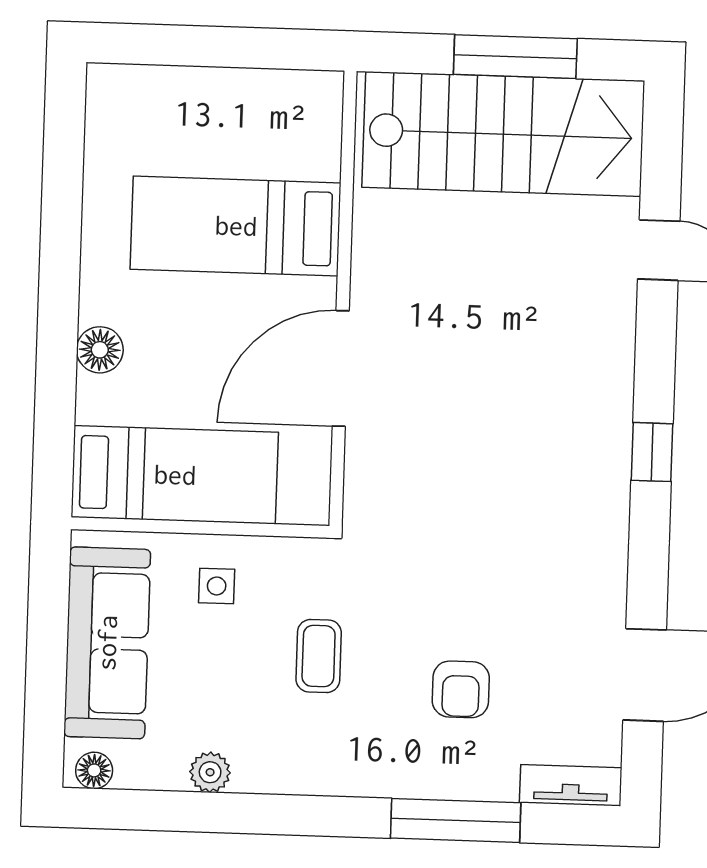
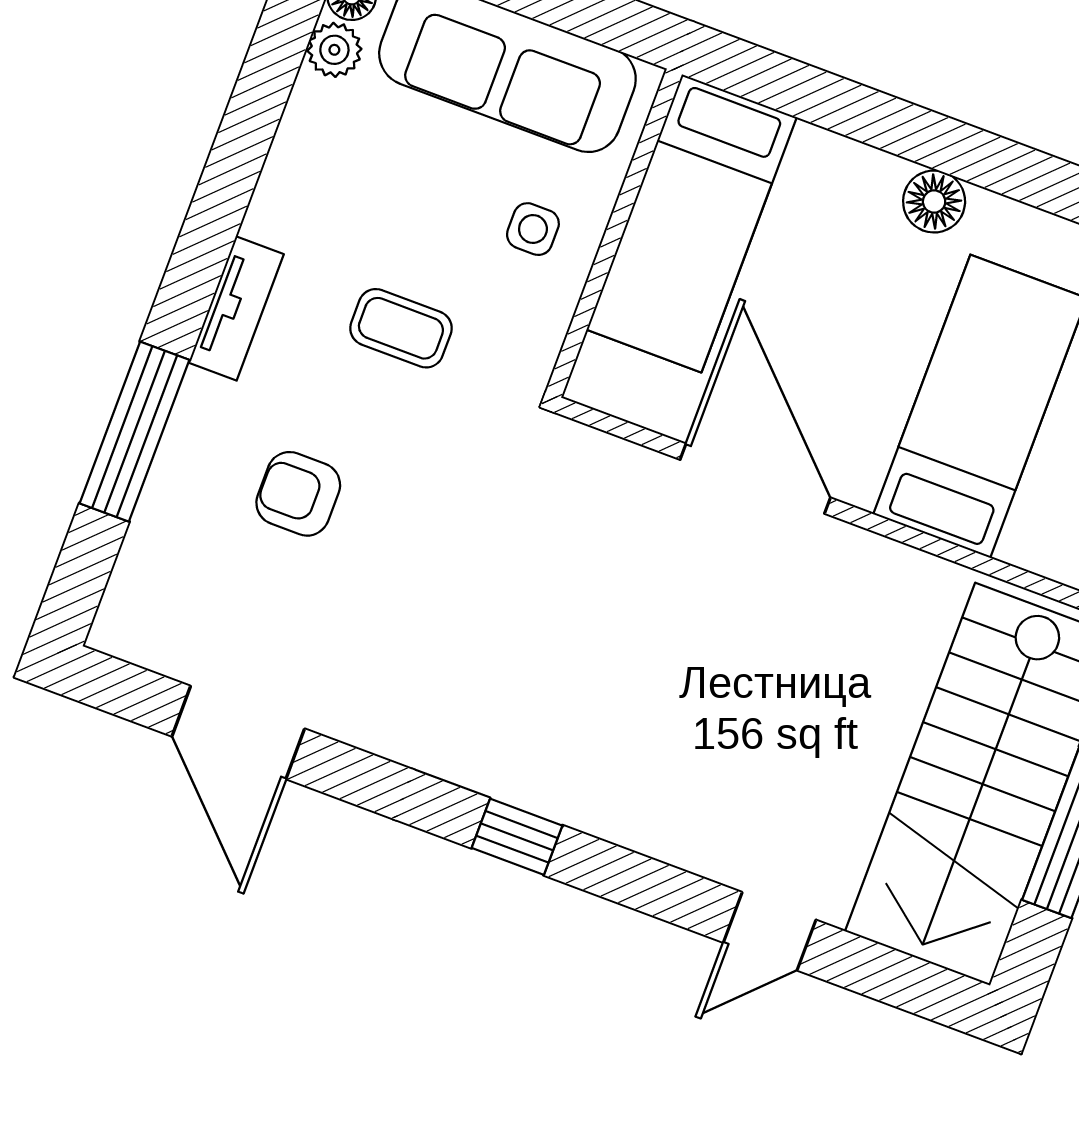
floor lamp: (100, 350) -> (934, 202), moved
plant: (210, 772) -> (334, 50), moved
tv unit: (571, 785) -> (236, 308), moved

